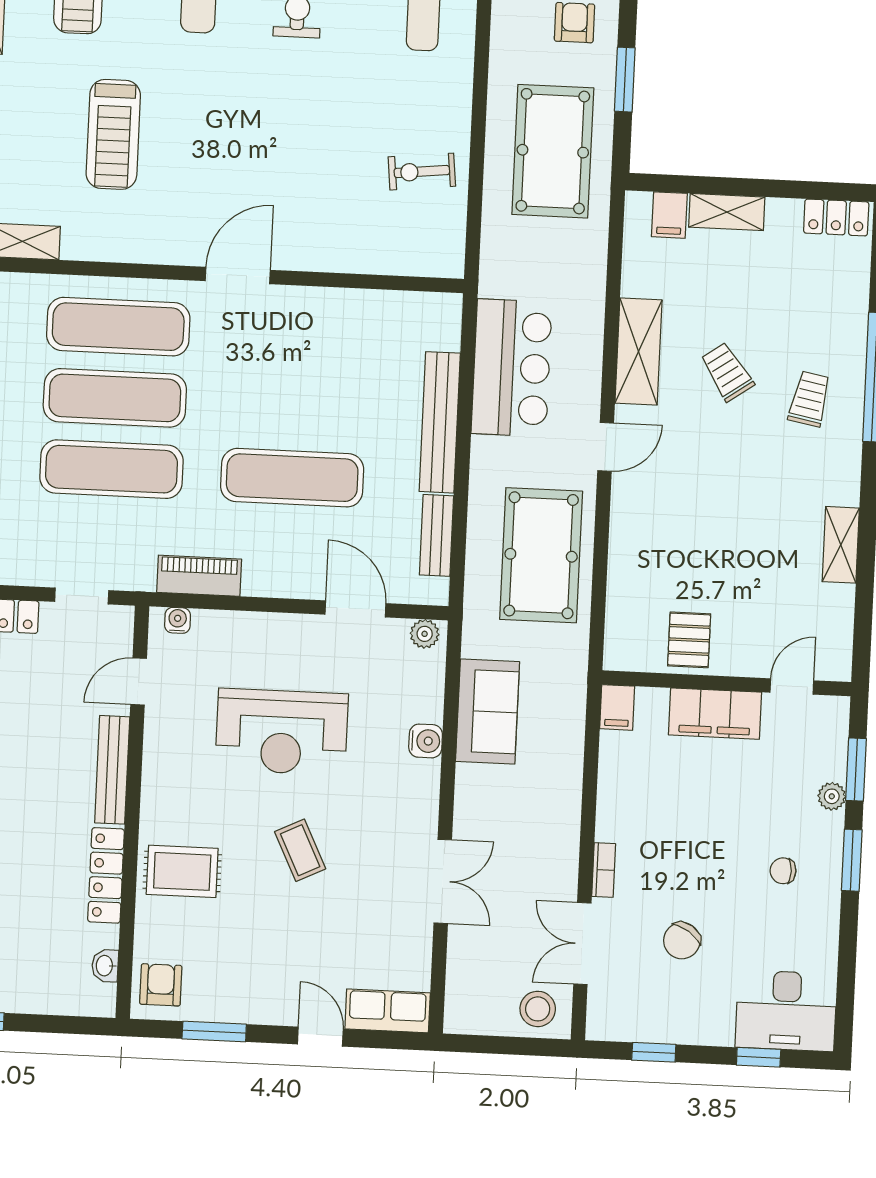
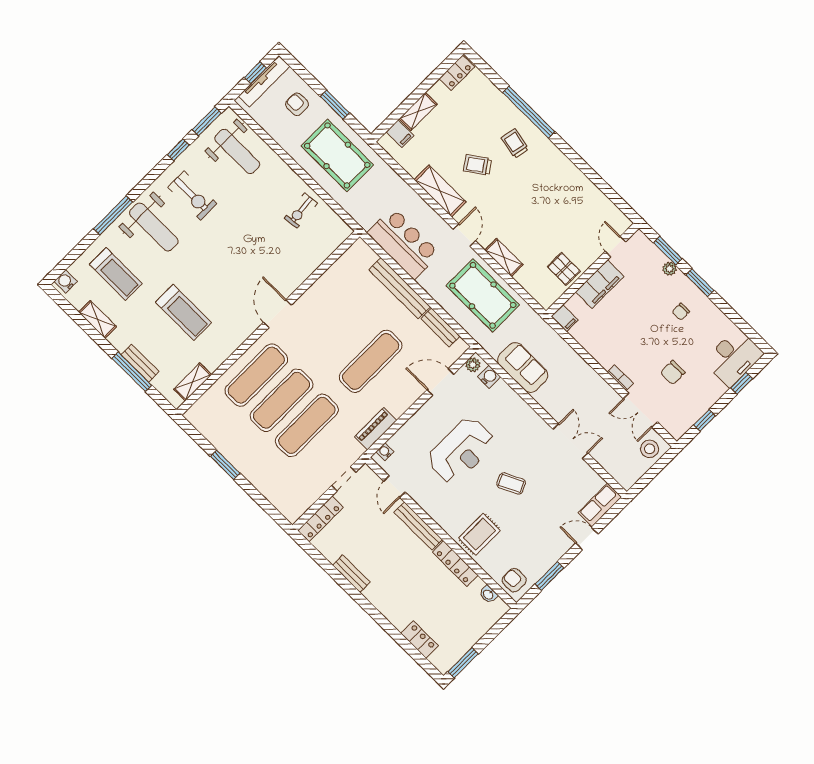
shelving: (841, 545) -> (504, 257), moved
water cooler: (426, 741) -> (489, 377), moved
chair: (682, 941) -> (673, 373), turned 56

